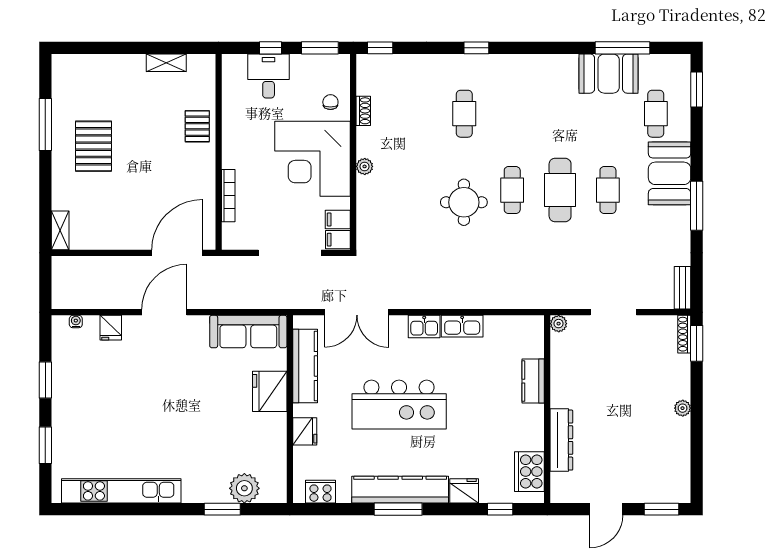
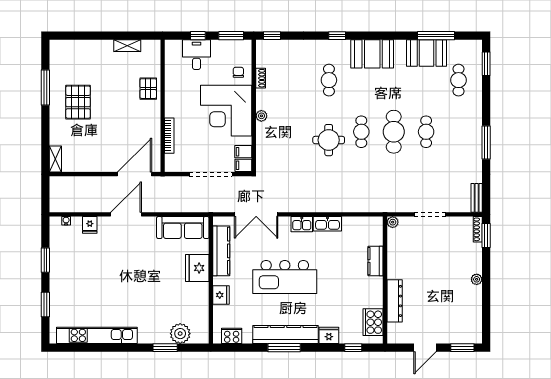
booth: (670, 173) -> (372, 54), moved, turned 90

